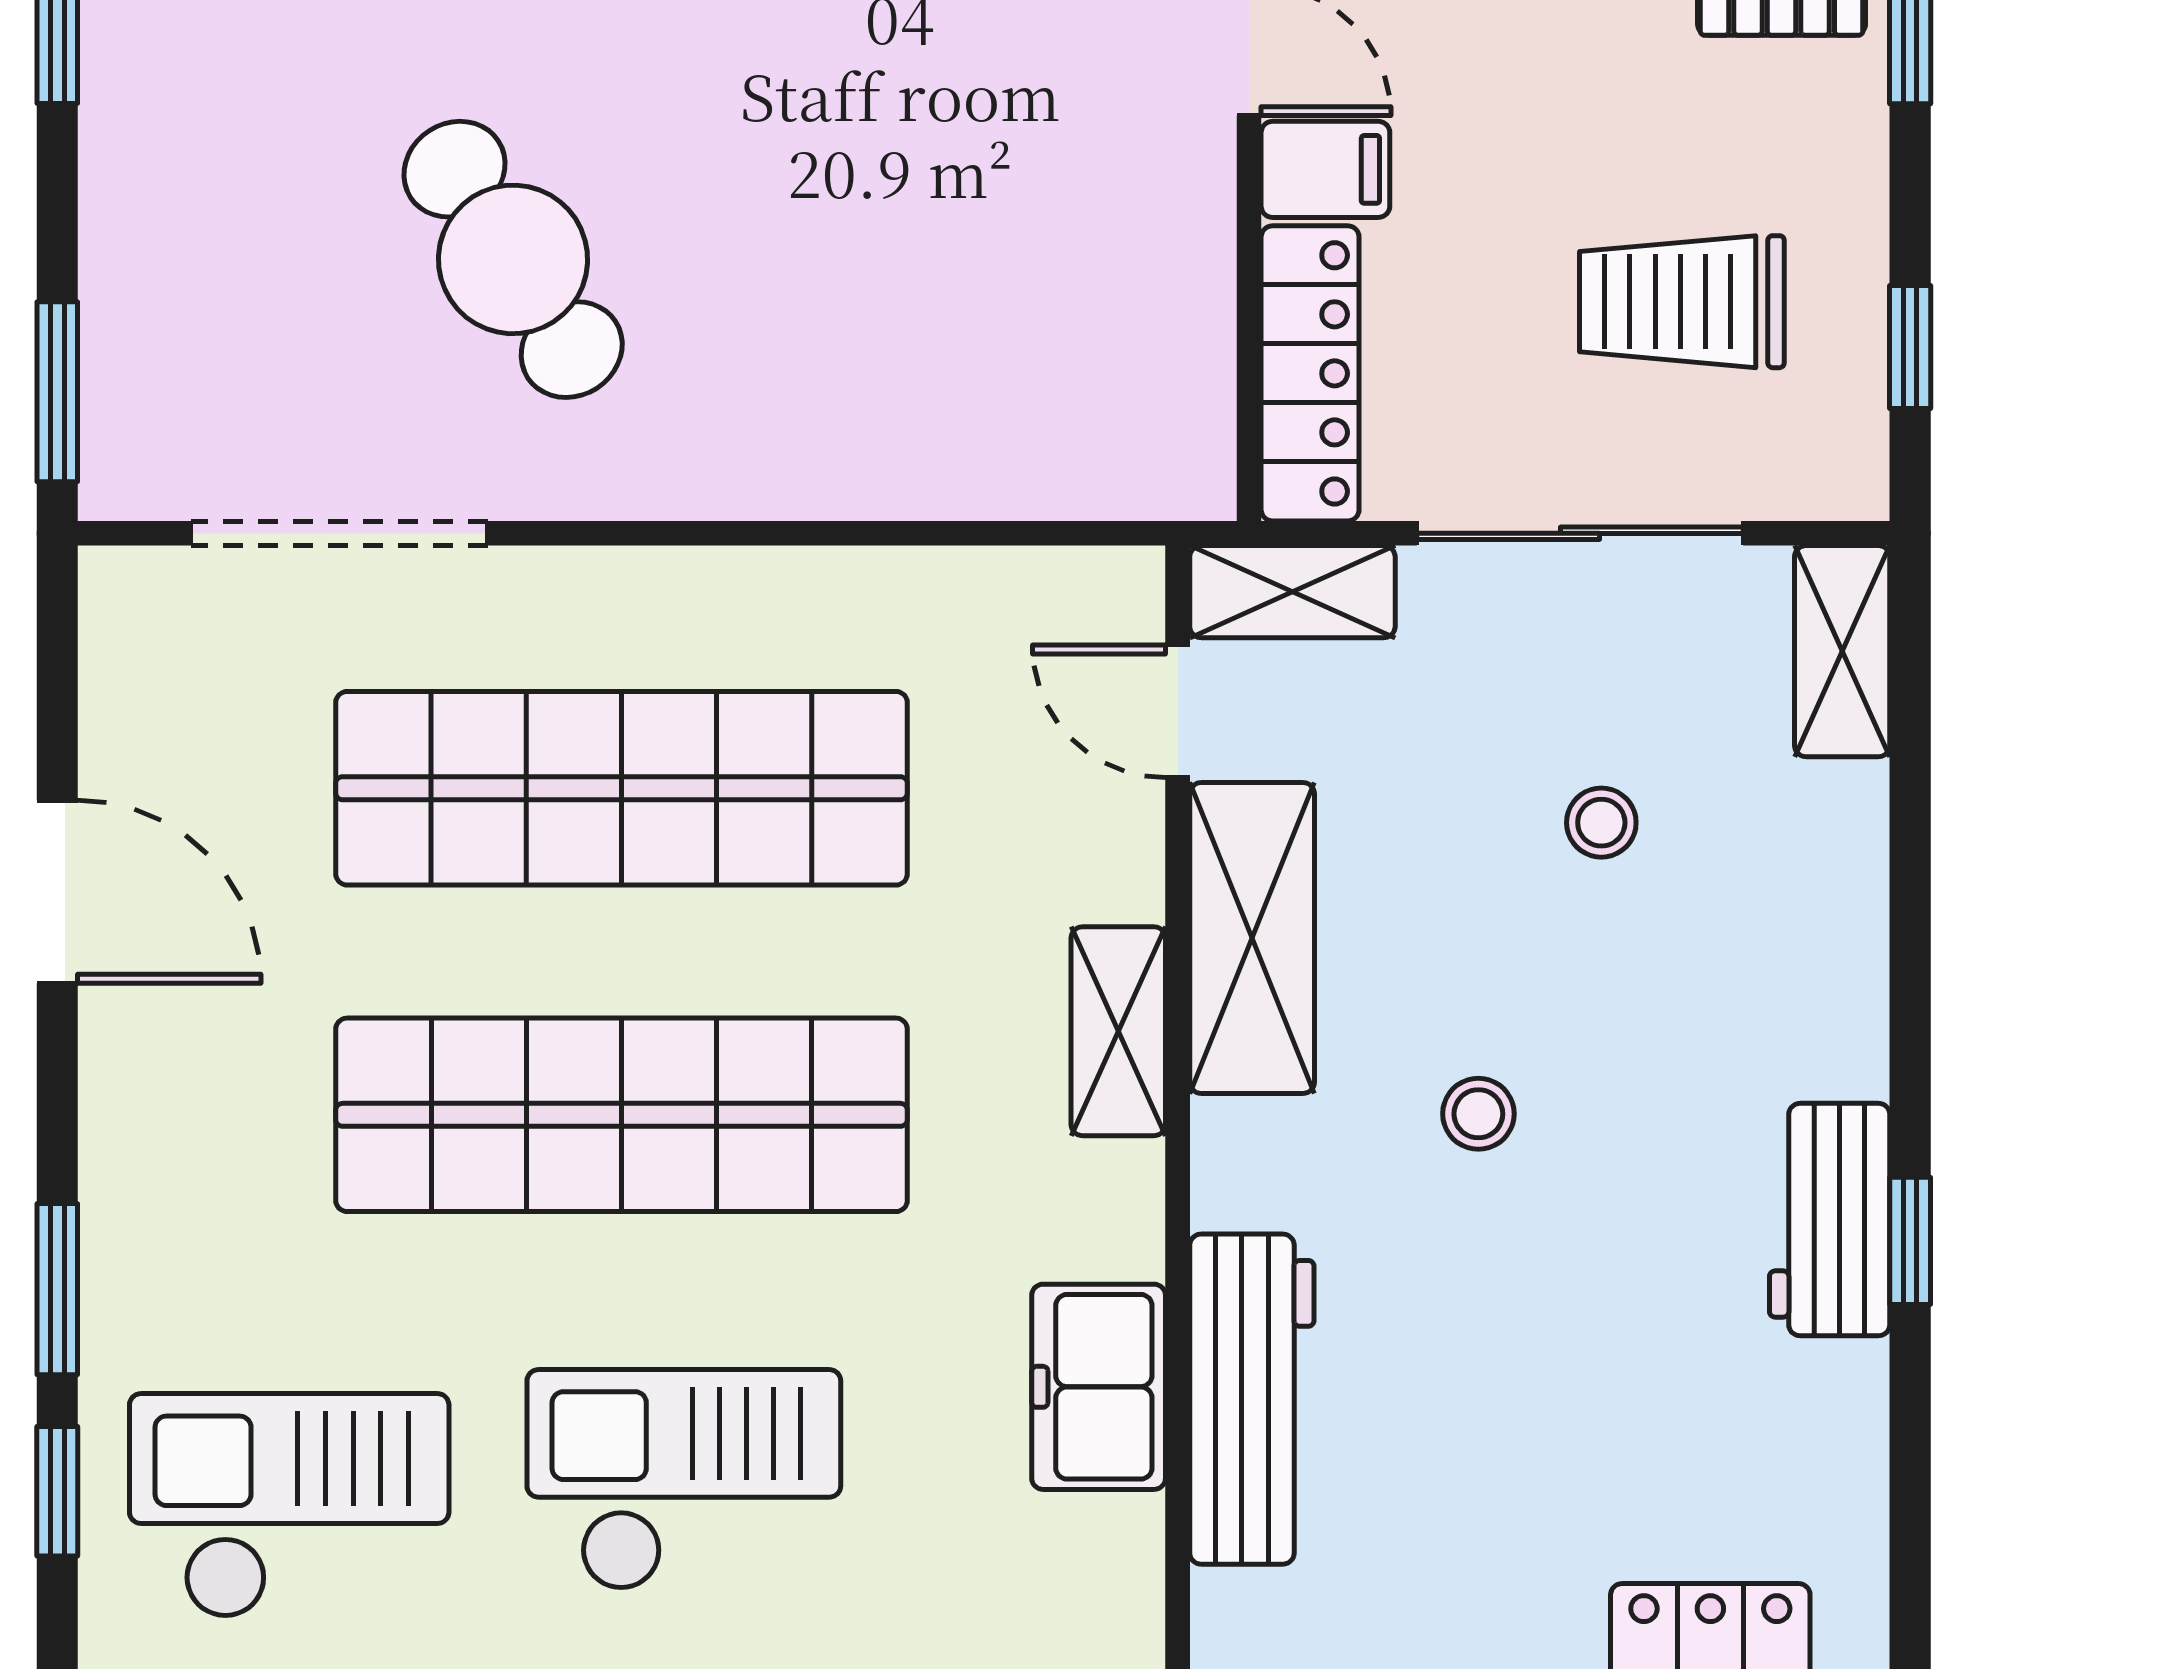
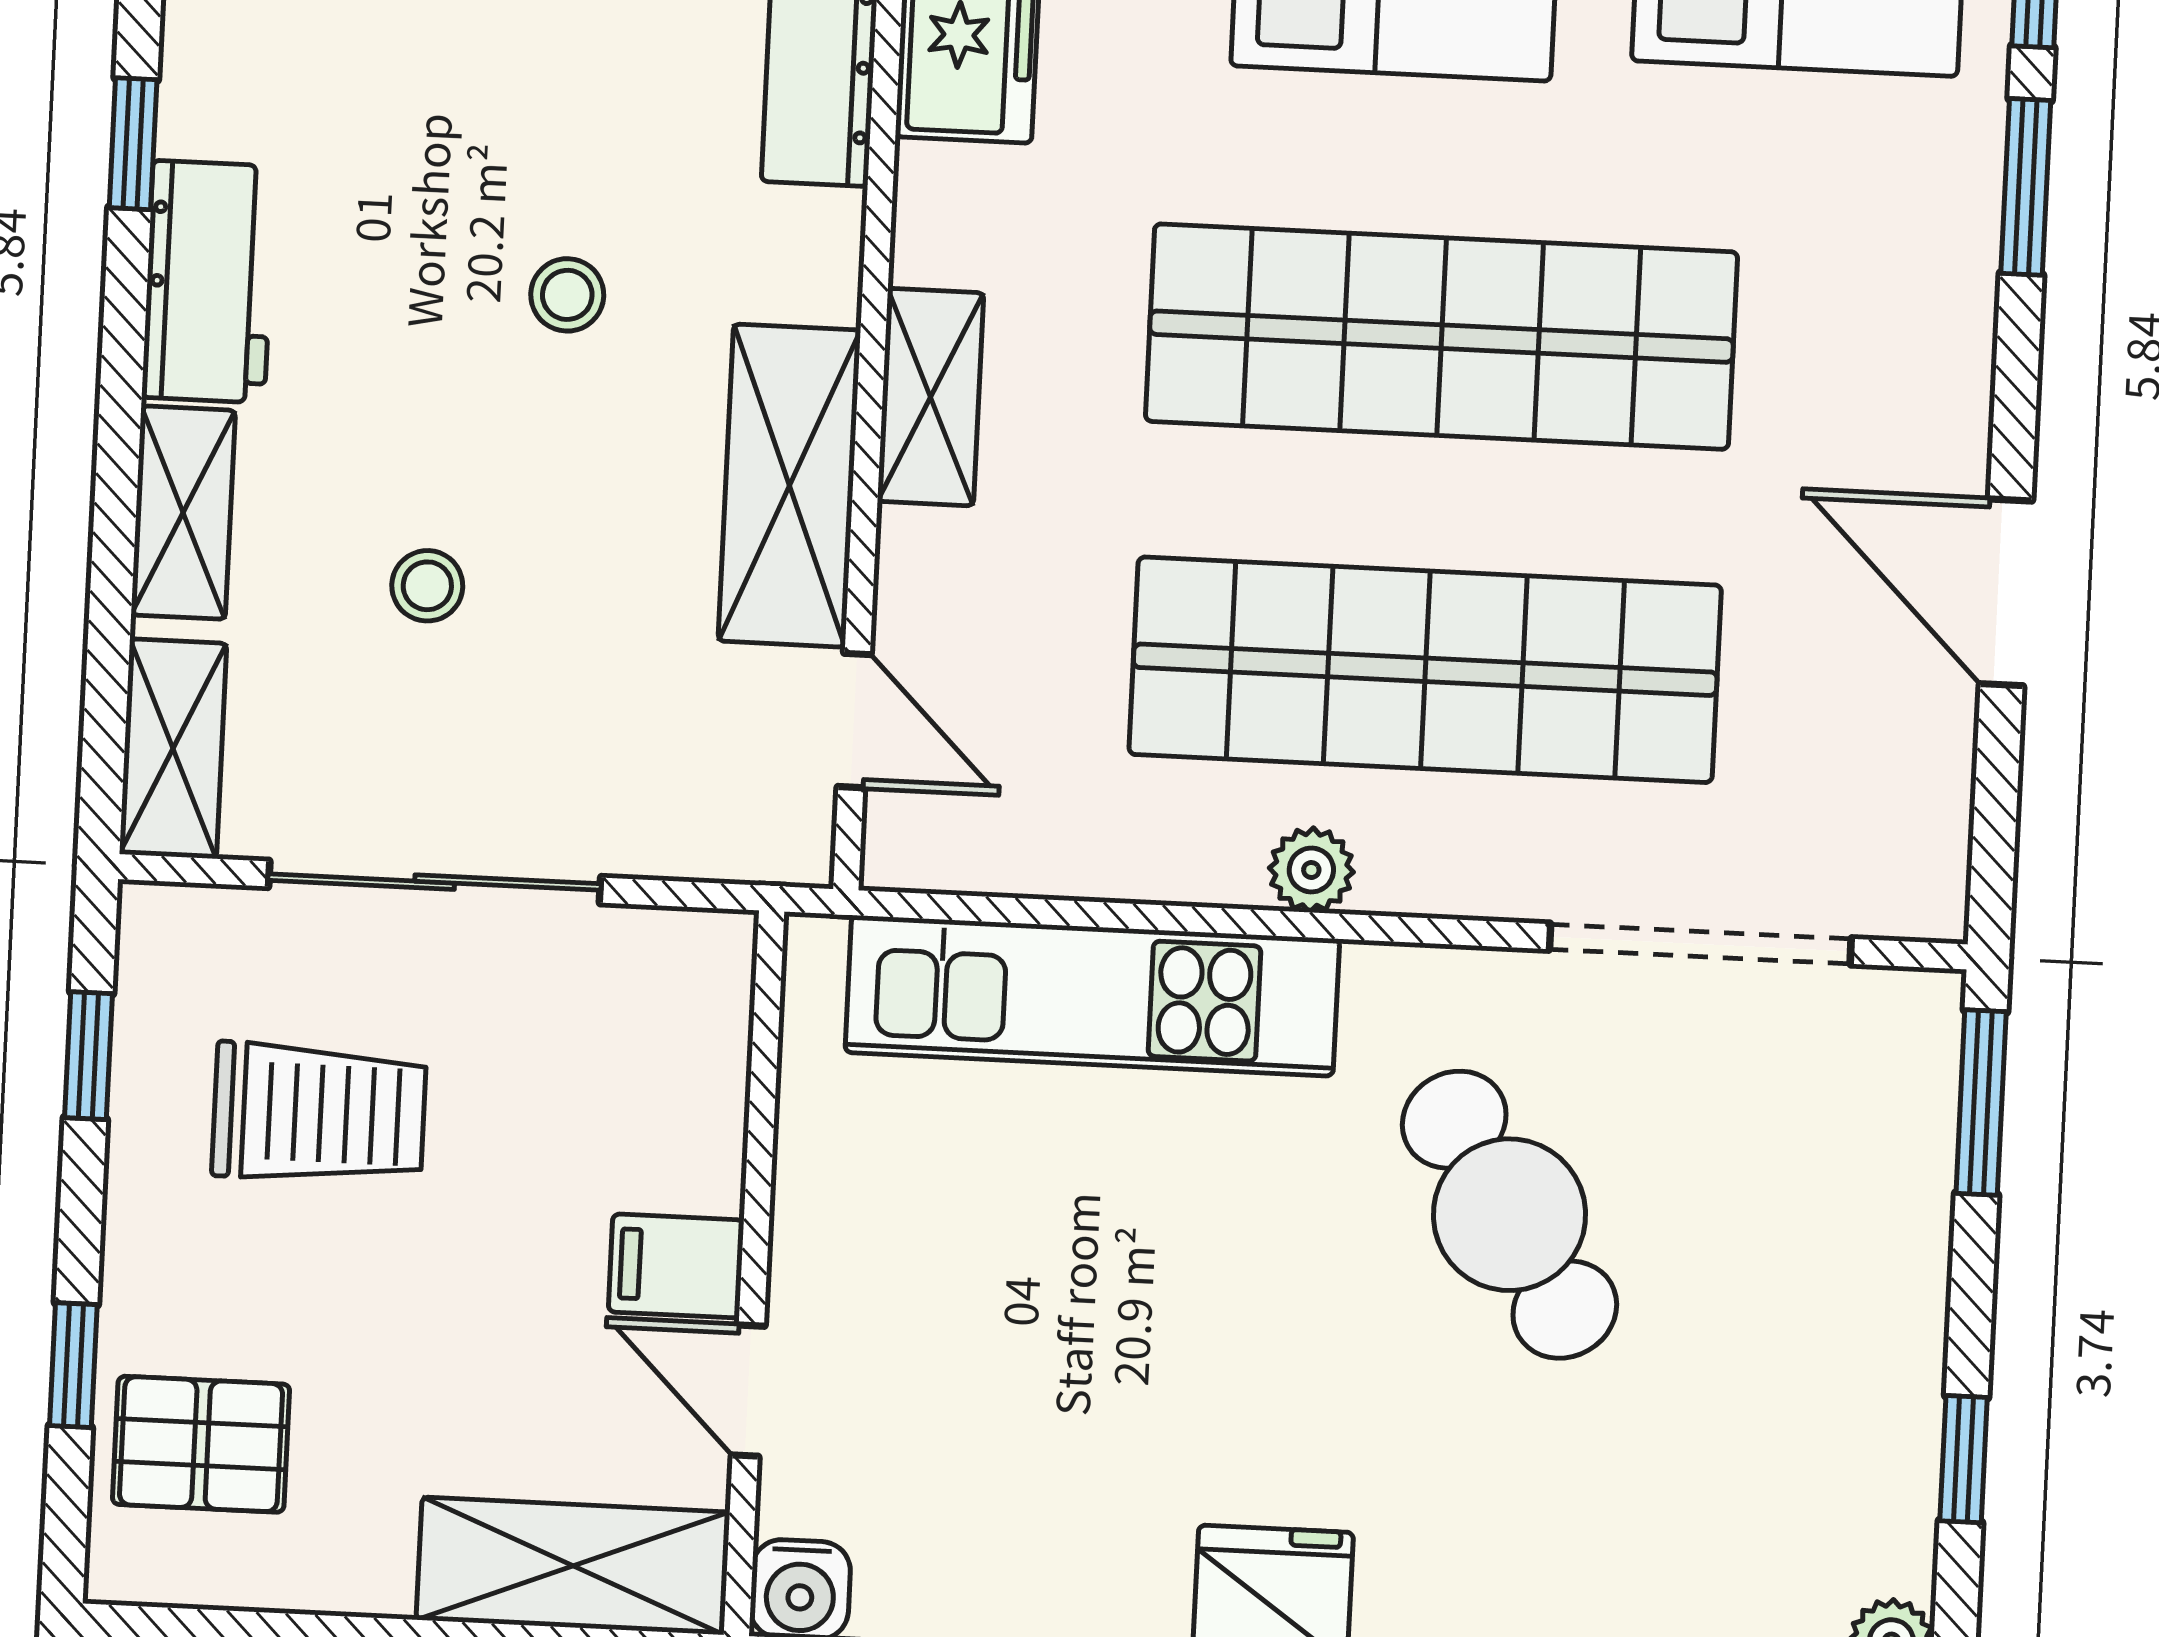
locker: (1310, 373) -> (702, 1059), removed
kitchen unit: (931, 454) -> (1092, 996), added
plant: (723, 587) -> (1311, 870), added
shelving: (1292, 592) -> (183, 513), moved, turned 90
workbench: (1830, 1220) -> (209, 282), moved

